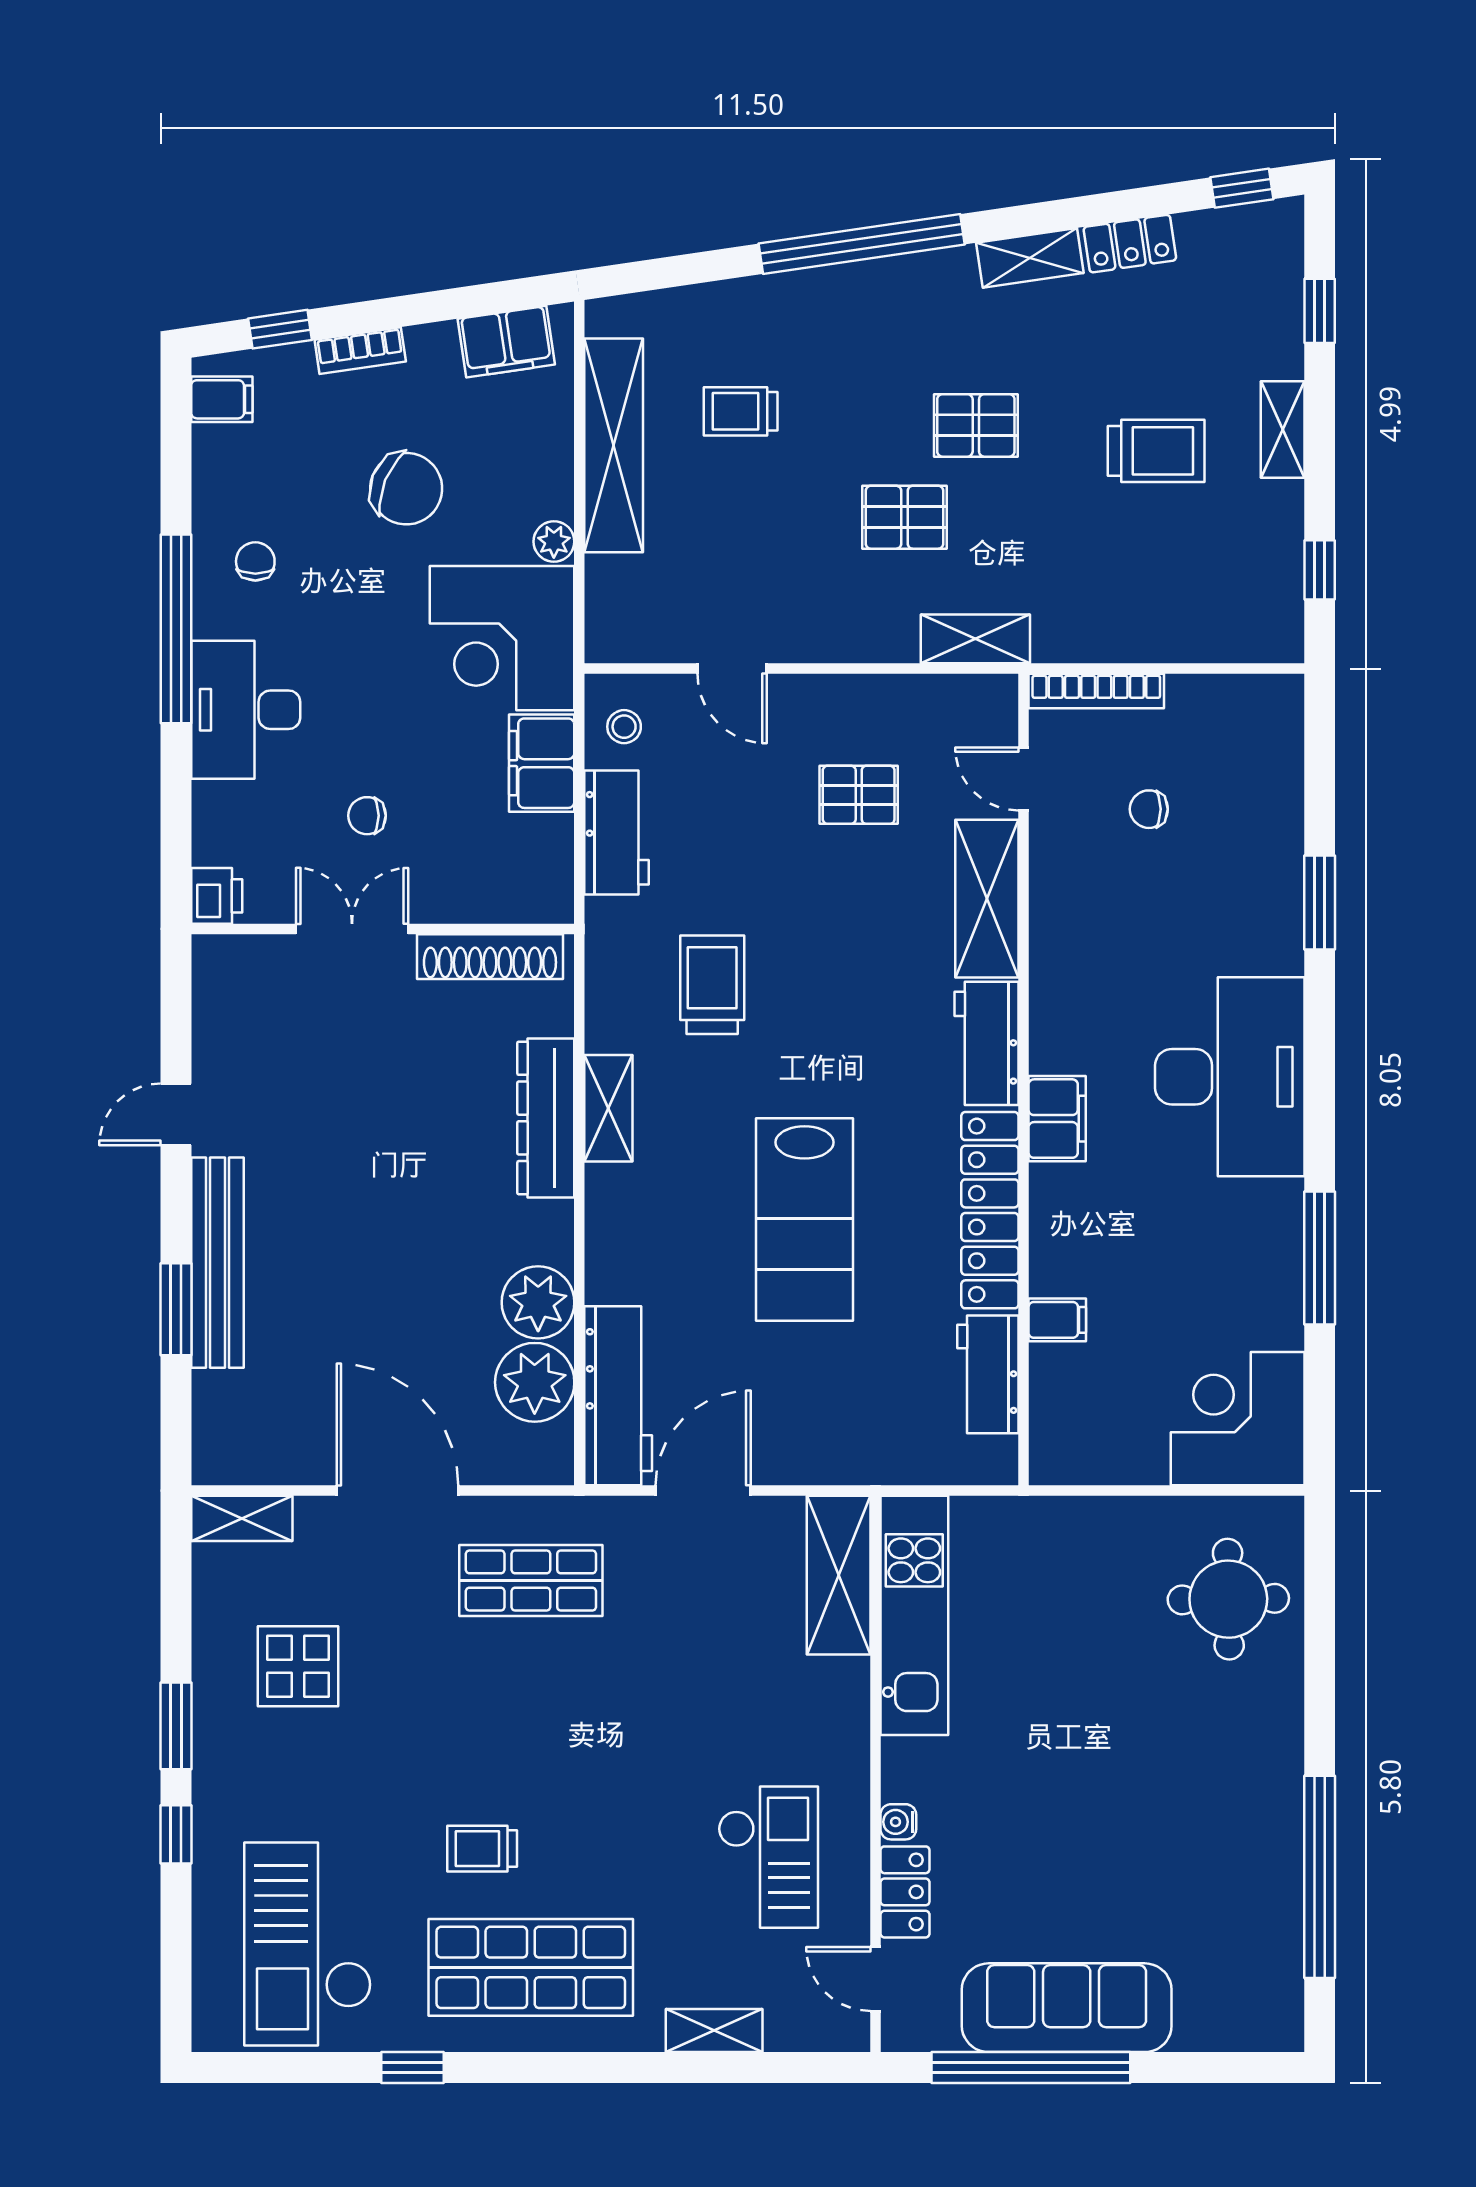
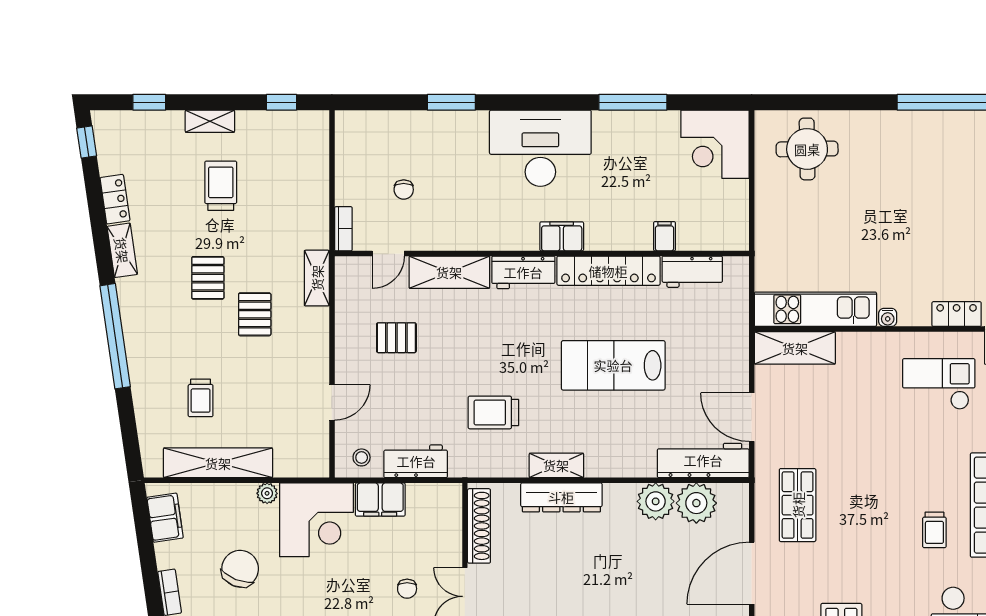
bookcase: (1096, 691) -> (343, 229), width x0.64
pallet: (859, 795) -> (396, 338), turned 90
lab bench: (804, 1219) -> (613, 365), turned 180
water cooler: (898, 1822) -> (888, 317), moved

